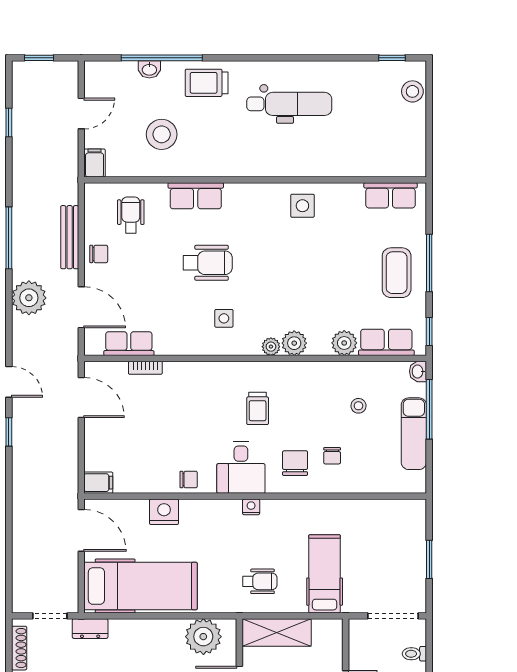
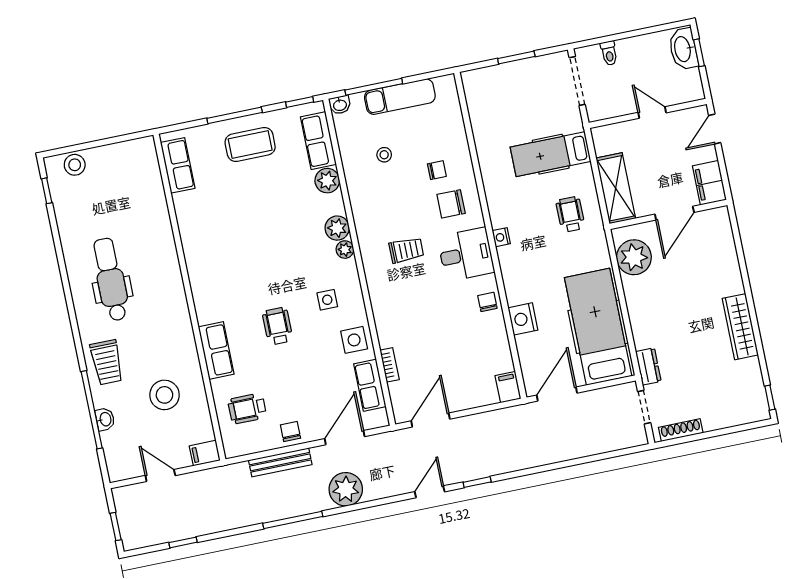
side table: (302, 206) -> (354, 340), moved
wheelchair: (208, 263) -> (278, 326), width x0.73, depth x0.73

